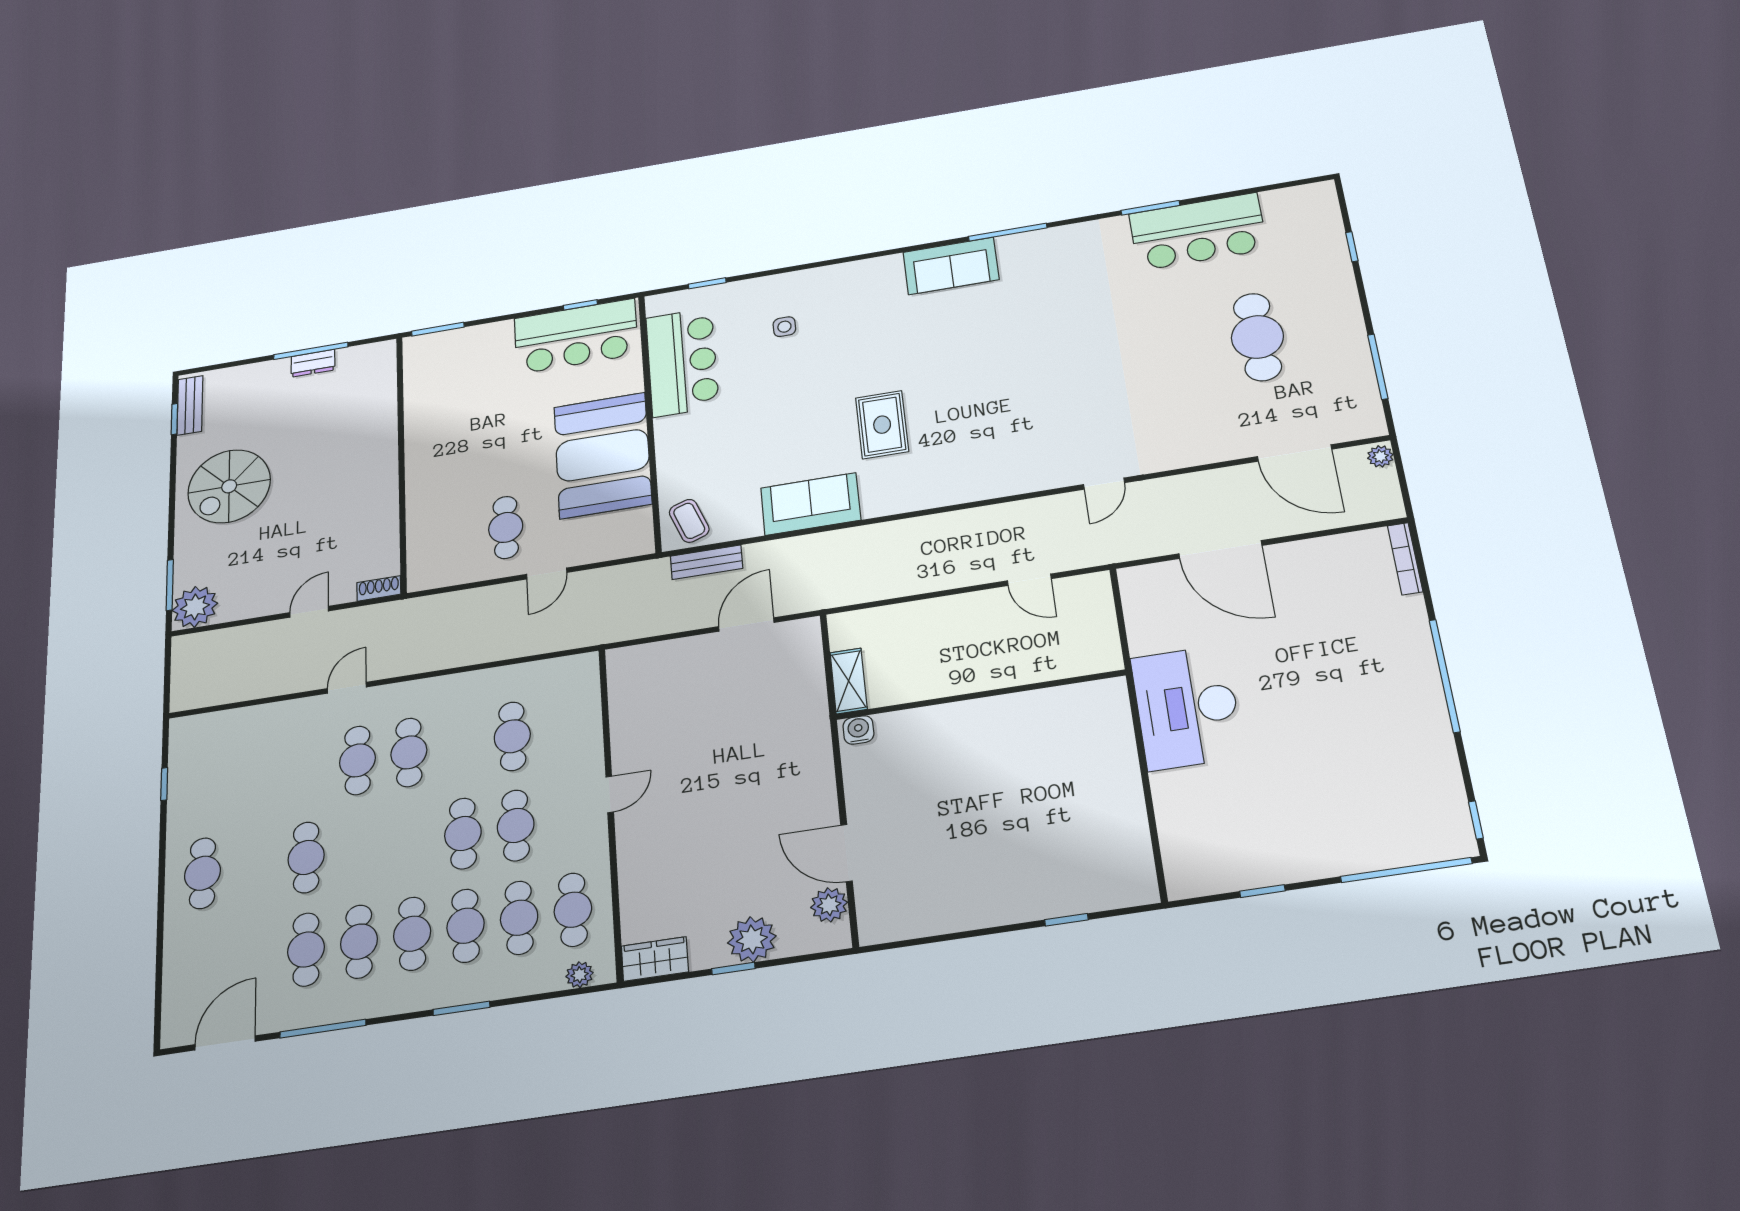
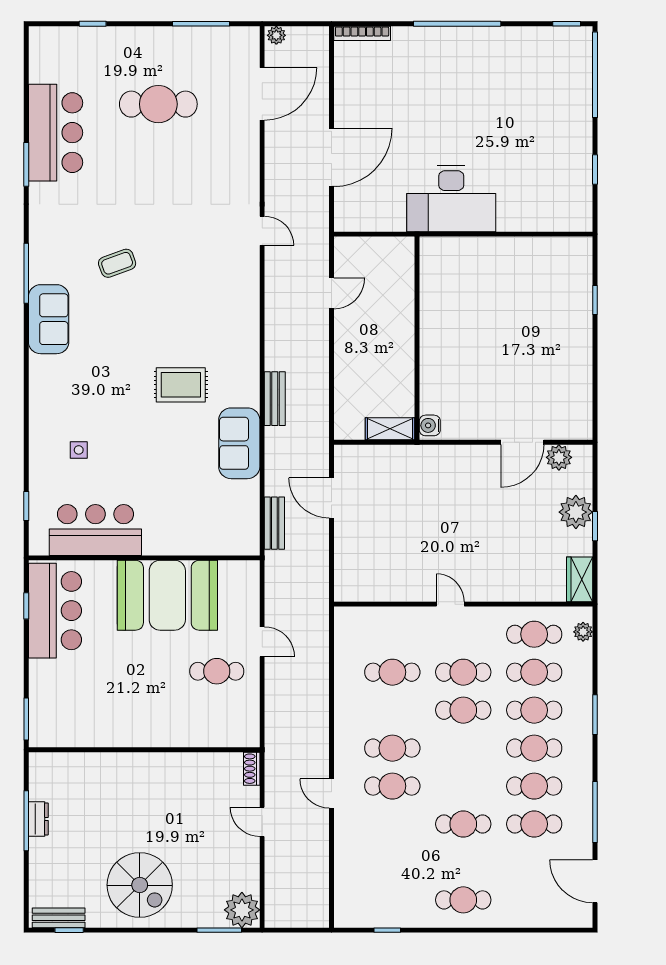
coffee table: (689, 521) -> (117, 263), moved
bench: (876, 536) -> (275, 399), added

